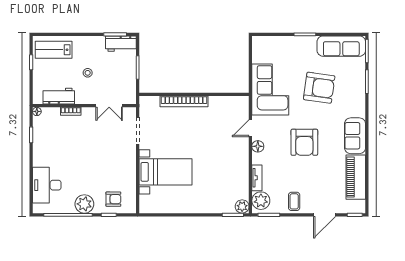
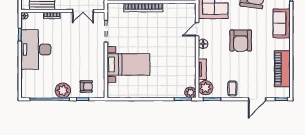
sofa: (355, 136) -> (282, 23), moved
desk: (47, 185) -> (36, 49), moved, width x1.36, depth x1.30

